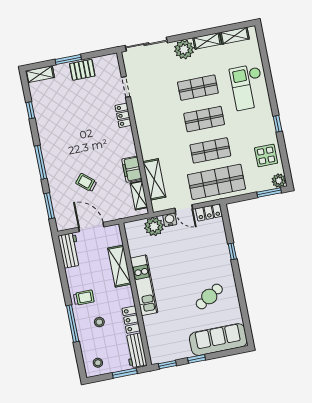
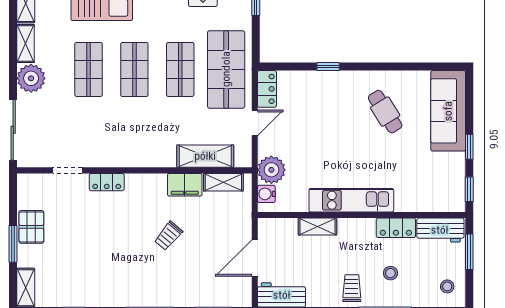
trolley: (86, 182) -> (168, 236), moved
water cooler: (170, 220) -> (266, 194), moved
shelving: (119, 266) -> (317, 227), width x0.67, depth x0.75

